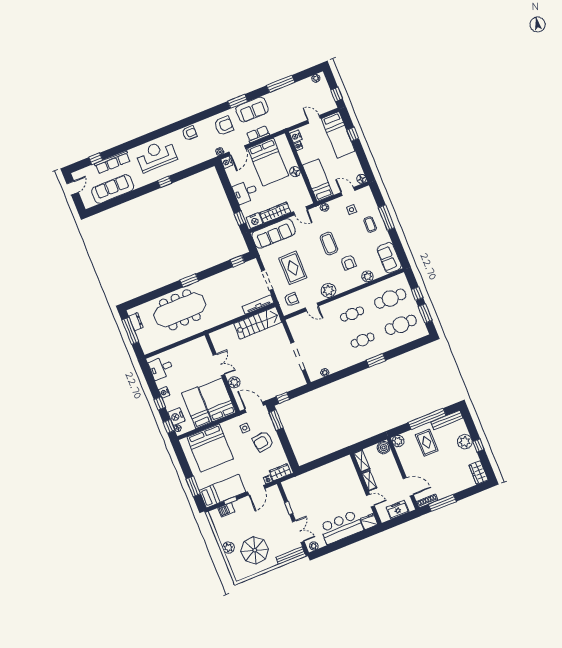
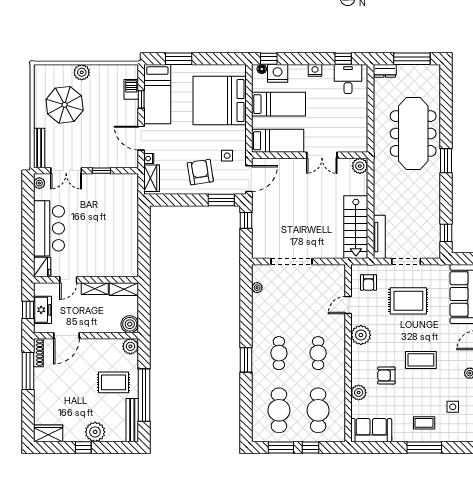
dresser: (136, 322) -> (385, 71), moved
plant: (234, 382) -> (360, 166), moved
bed: (217, 400) -> (278, 141), width x0.67
window: (160, 403) -> (343, 59), moved
window: (402, 519) -> (28, 310), added

